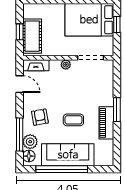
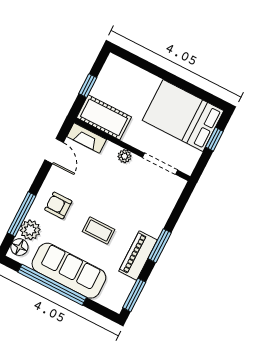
cot: (32, 36) -> (104, 117), moved, turned 90
armchair: (40, 117) -> (58, 205), turned -80
window: (117, 149) -> (134, 295), added

